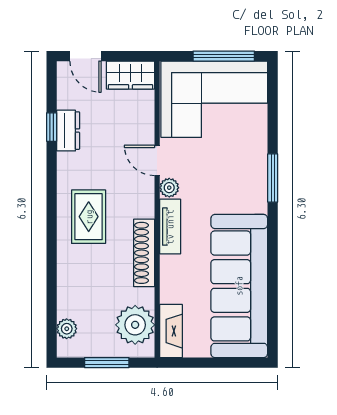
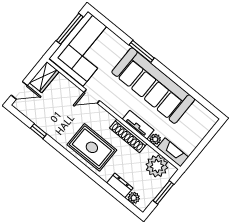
dresser: (68, 131) -> (120, 185), moved
plant: (169, 188) -> (155, 139), moved
rug: (89, 217) -> (92, 147), width x1.36, depth x1.43
tv unit: (170, 227) -> (138, 125), moved
sofa: (239, 286) -> (153, 86), moved

